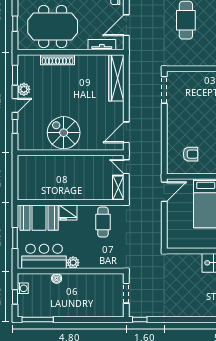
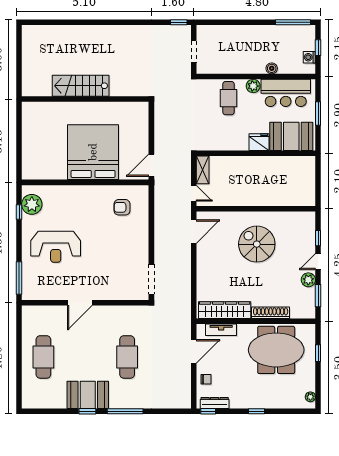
wardrobe: (116, 78) -> (225, 310), moved, turned -90
spiral stairs: (64, 133) -> (257, 244), moved, turned 180
cafe table: (103, 222) -> (228, 98), moved

